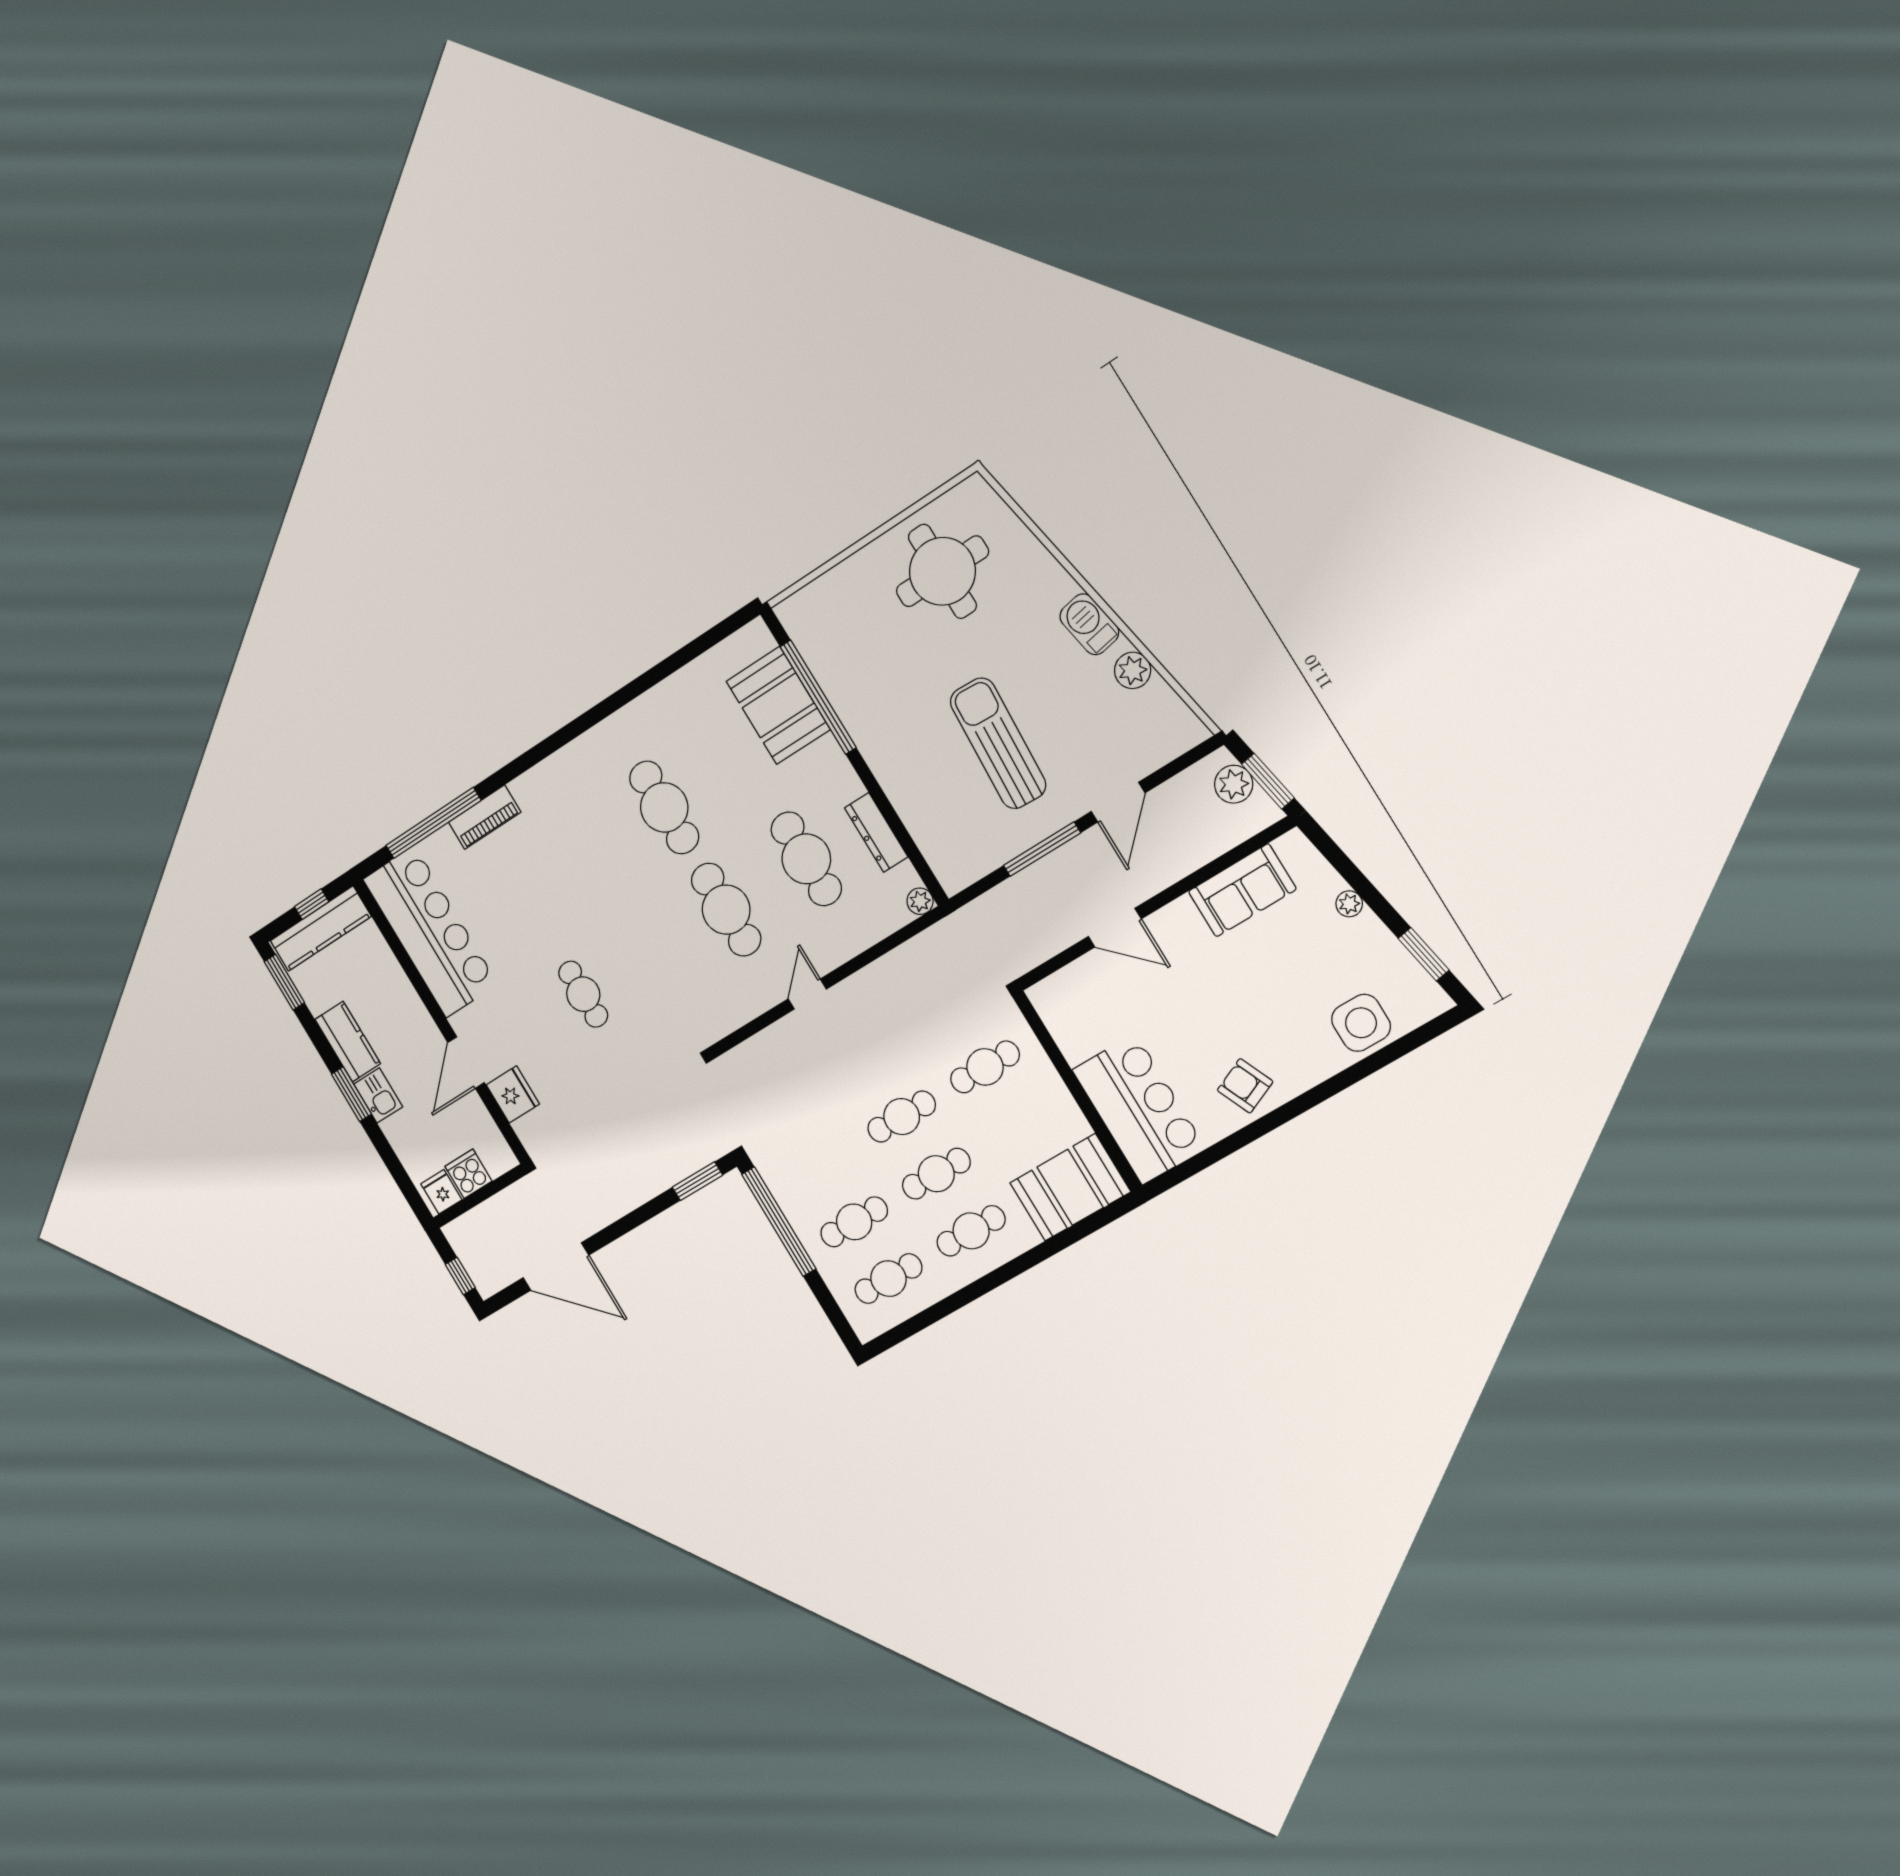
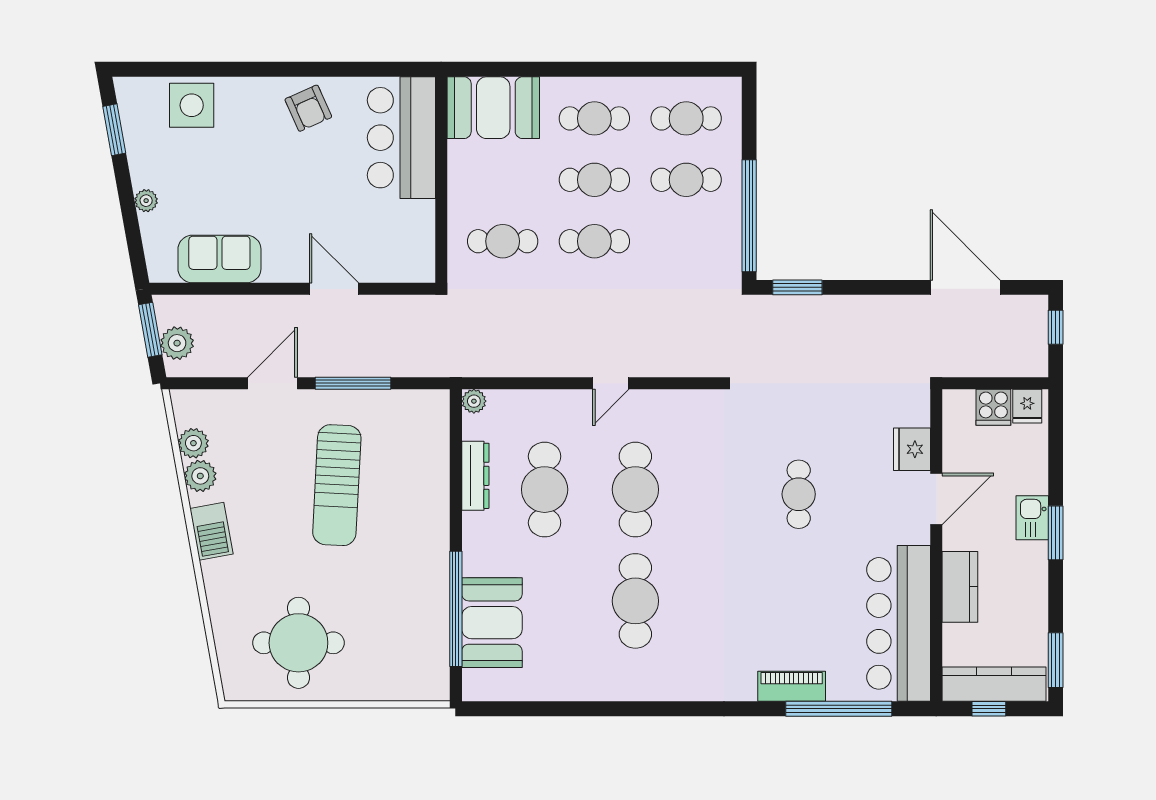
plant: (1159, 698) -> (193, 443), added
kitchen counter: (348, 1042) -> (960, 587), moved, turned 180

